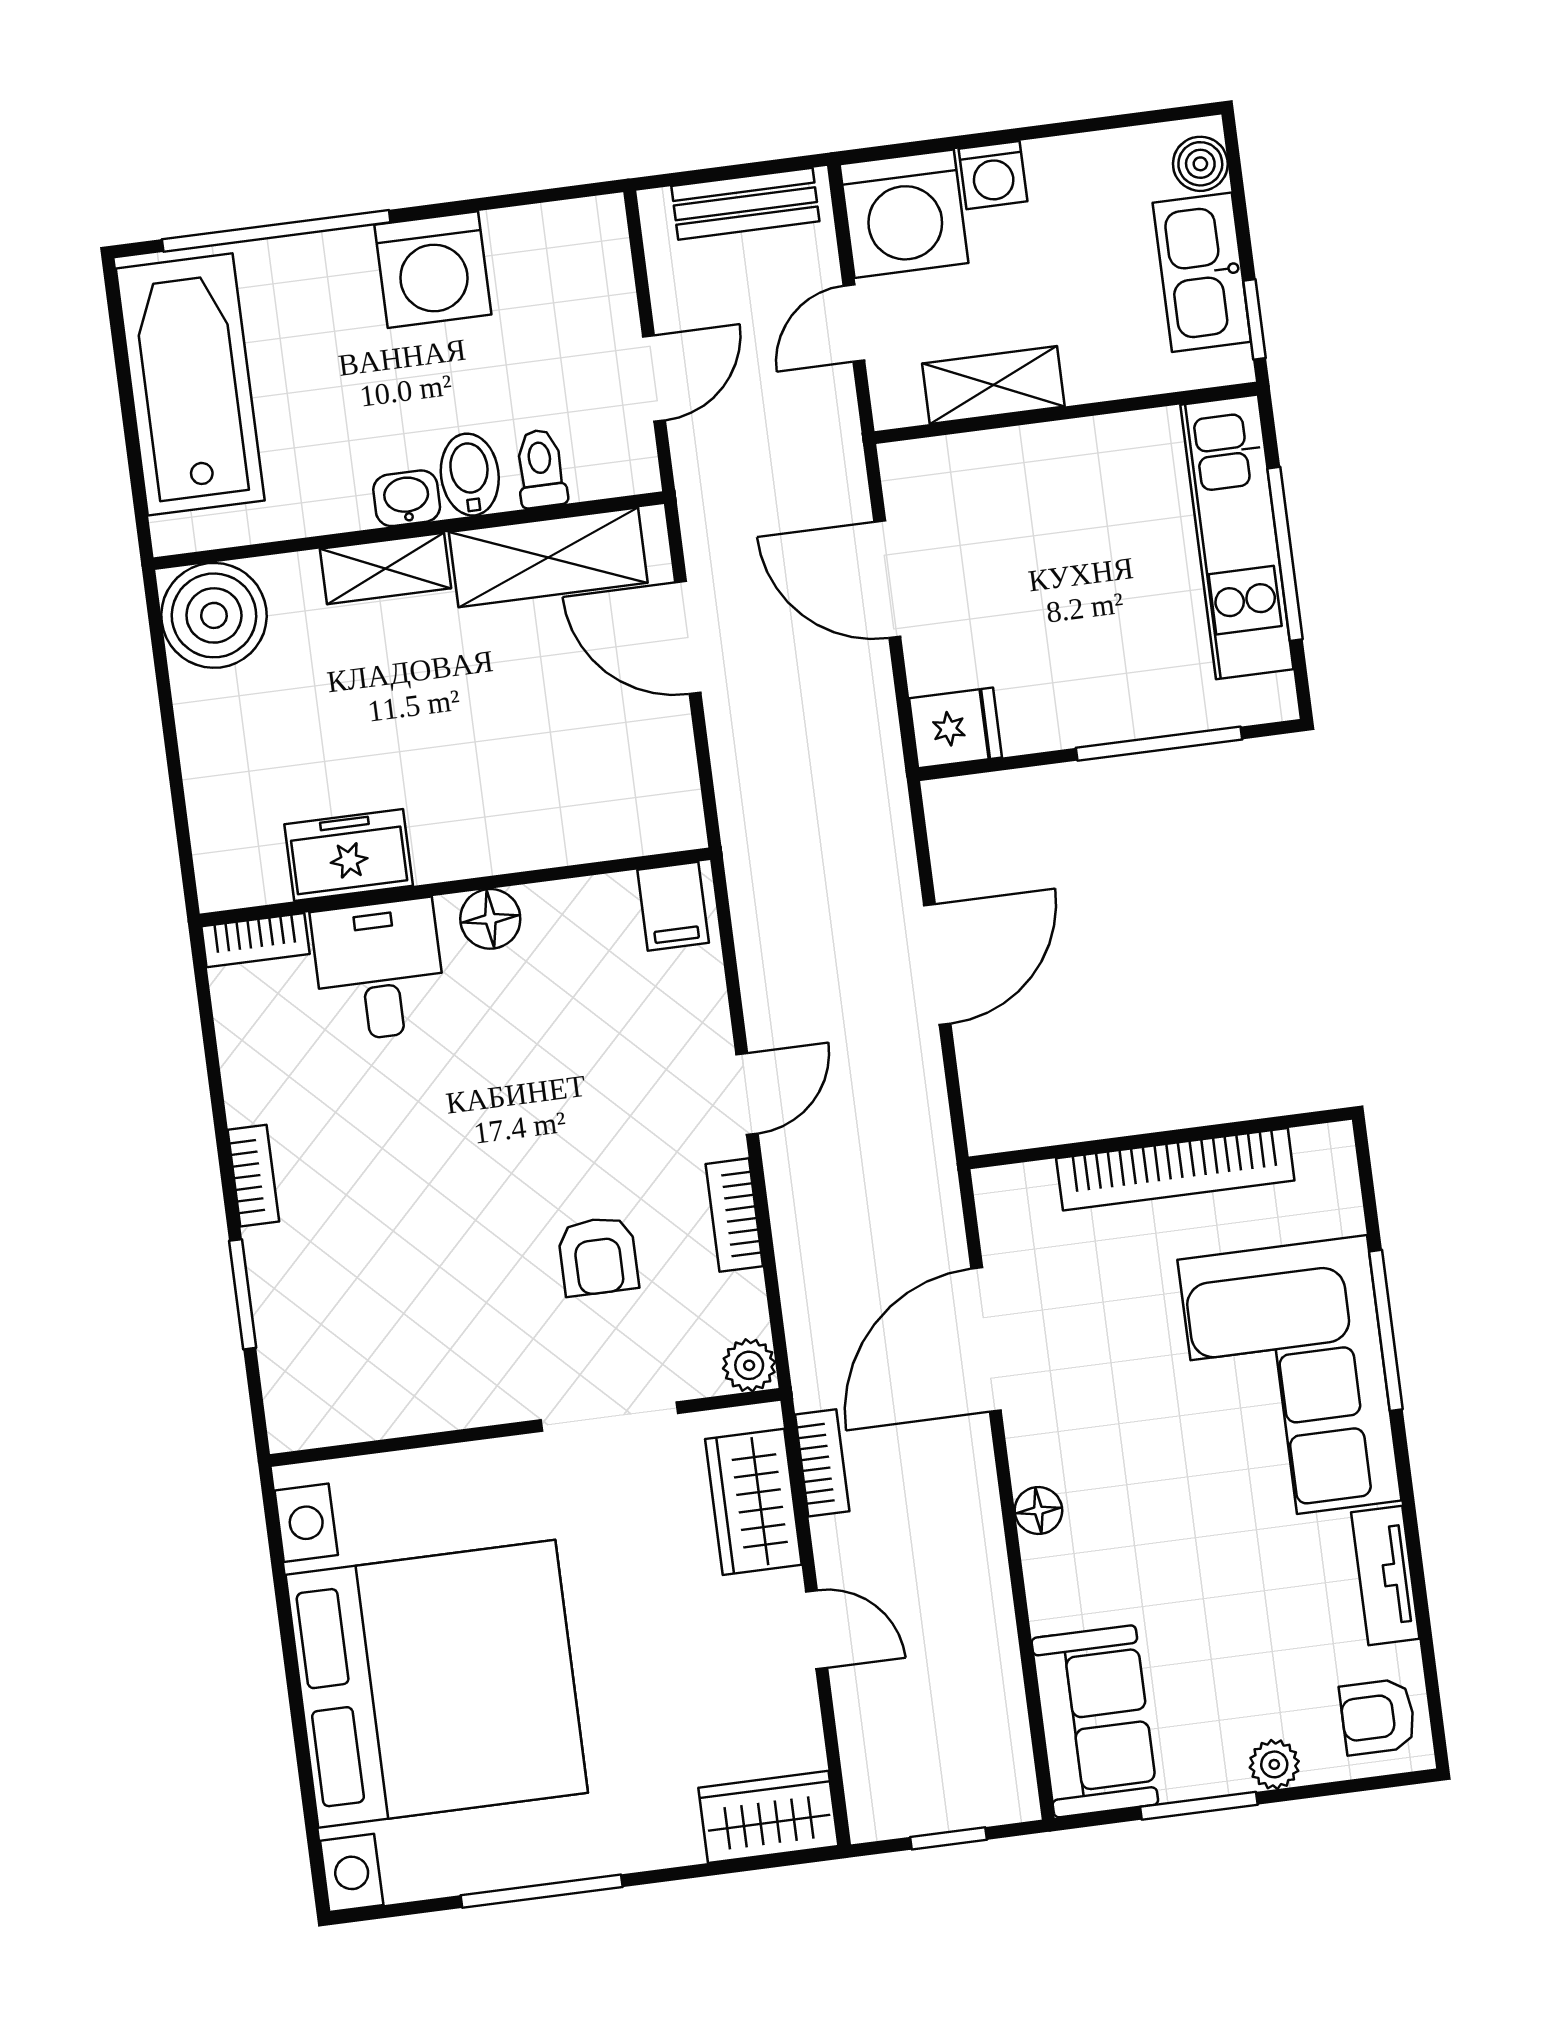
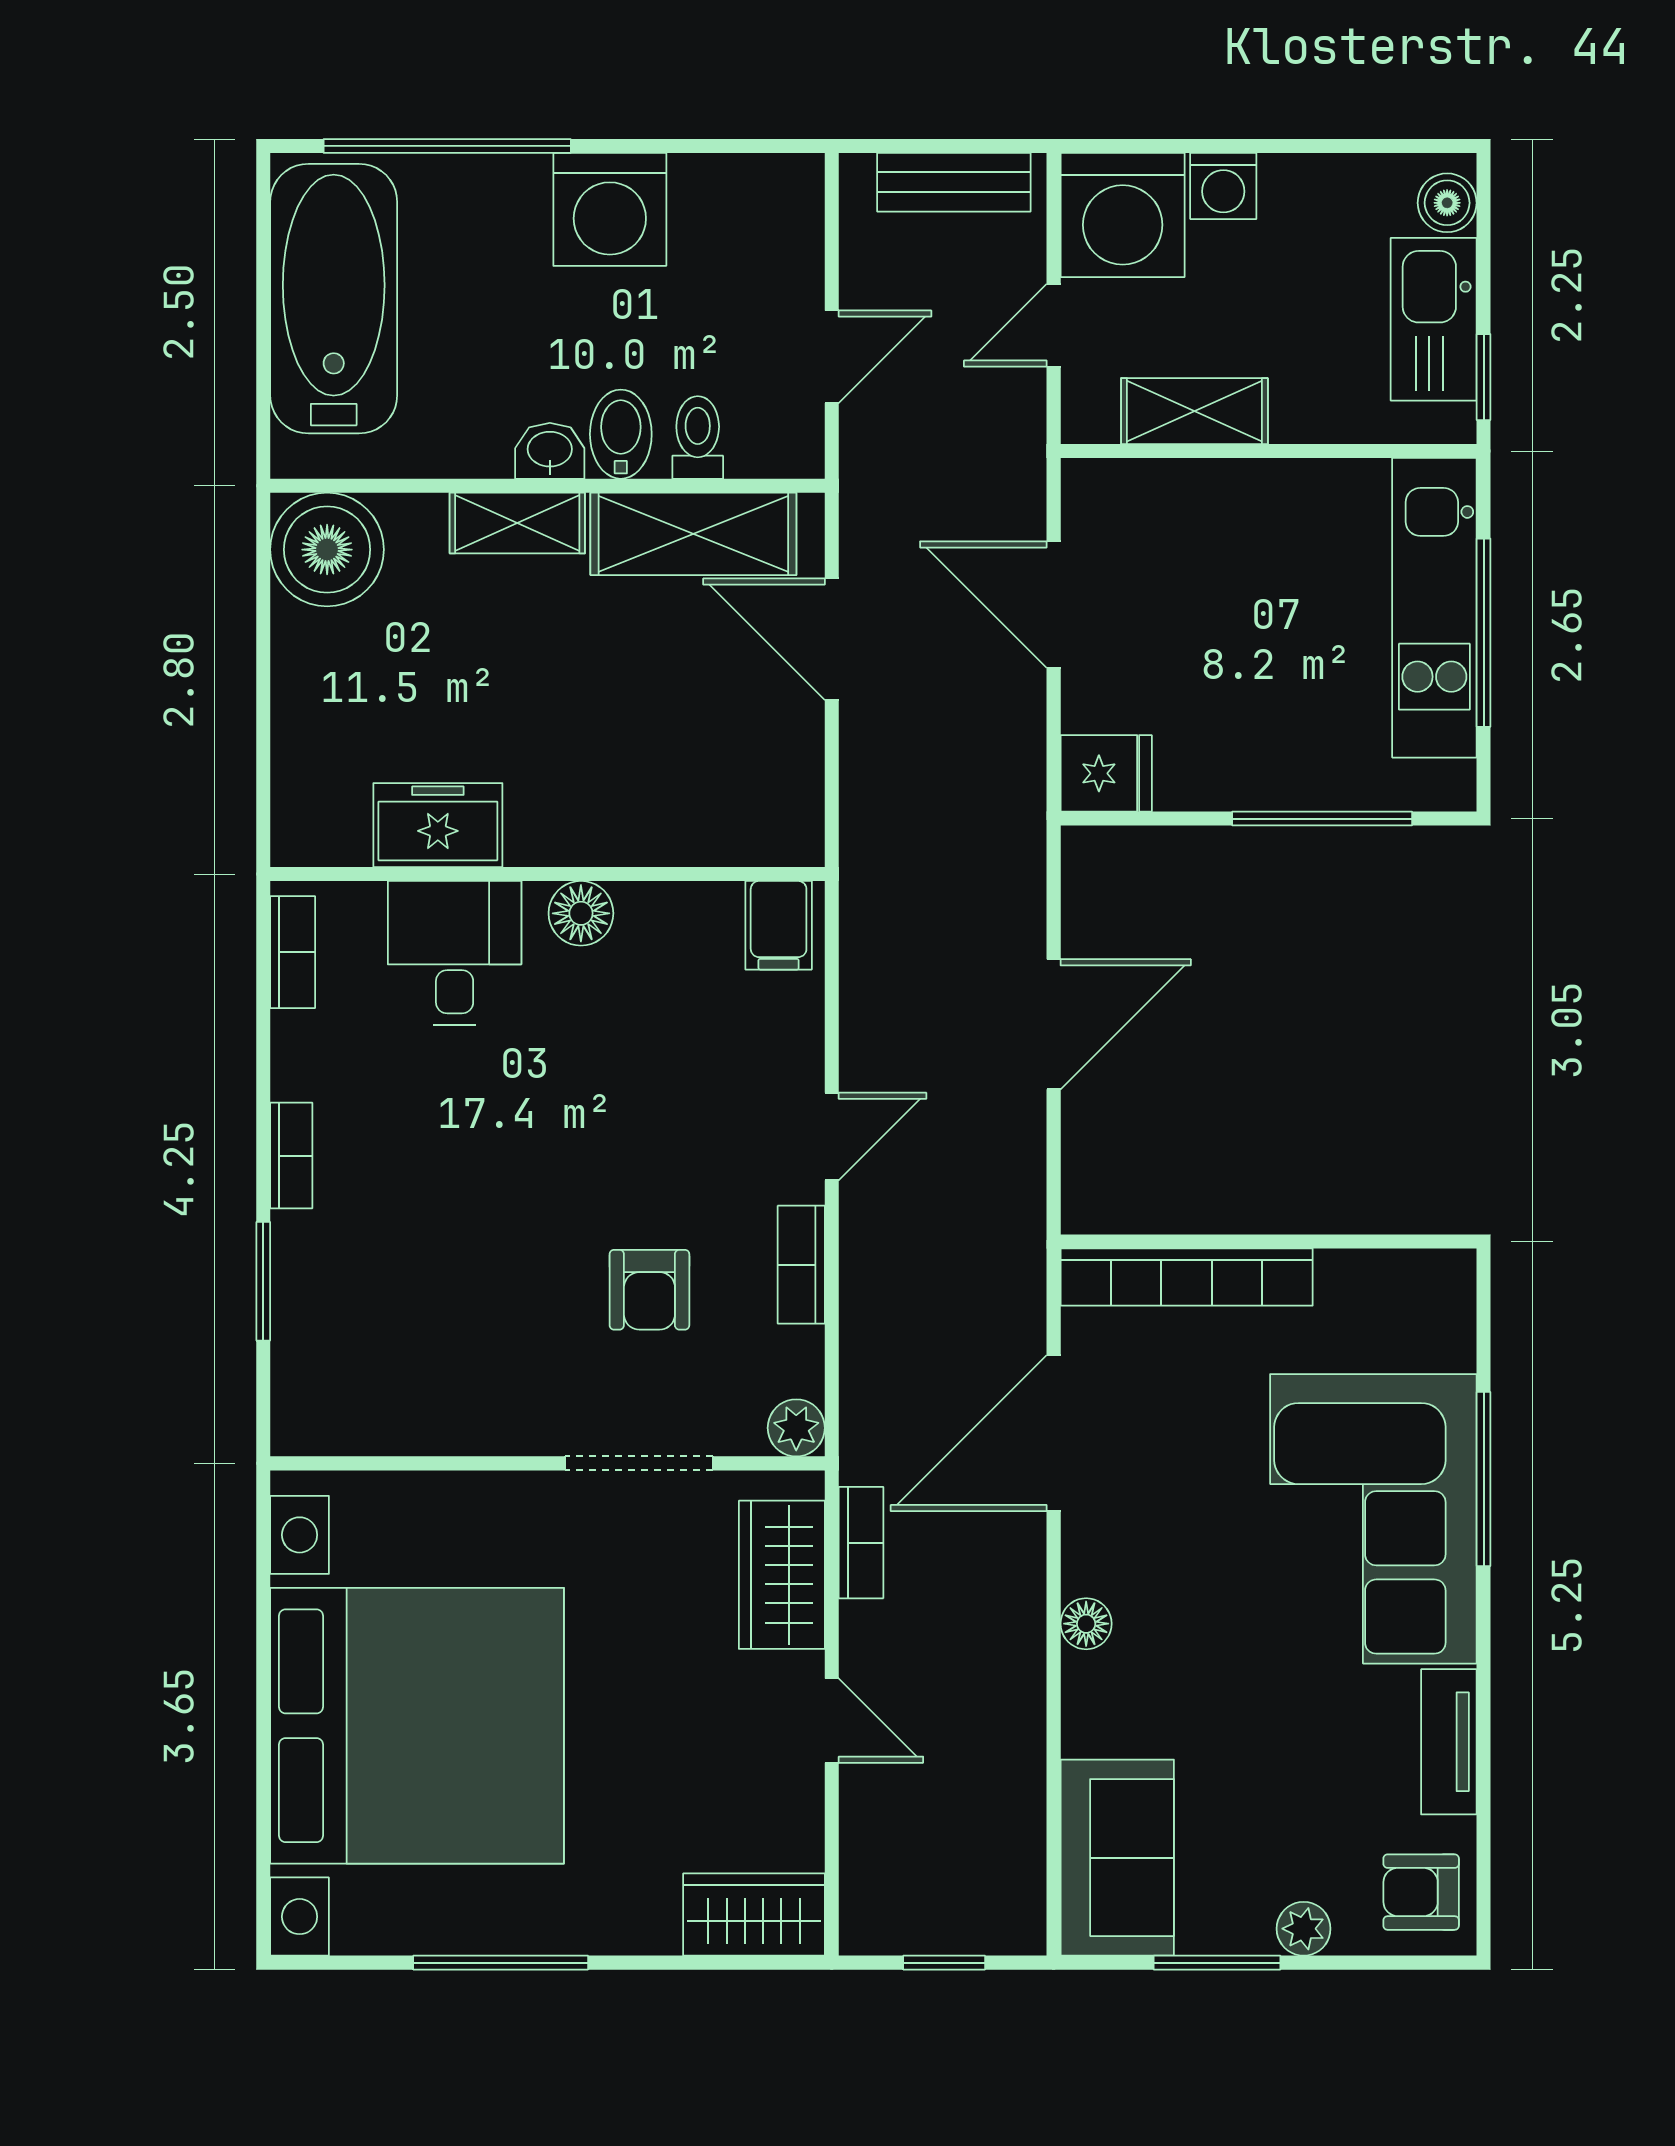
bookcase: (255, 940) -> (293, 952), moved, turned -90
bookcase: (1175, 1169) -> (1187, 1277), moved

